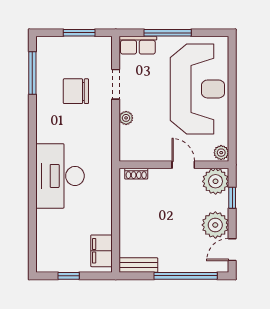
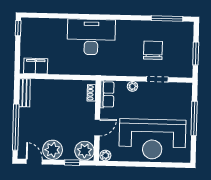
row of seats: (138, 45) -> (107, 94), moved, turned 180
window: (69, 276) -> (18, 28), moved

